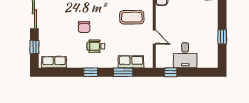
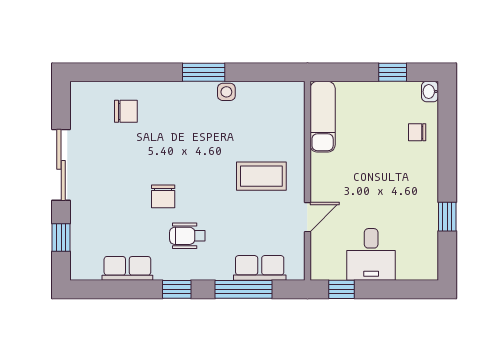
door: (154, 37) -> (307, 217), hinge flipped
row of seats: (54, 62) -> (127, 268), moved
window: (123, 72) -> (244, 289), width x1.44

